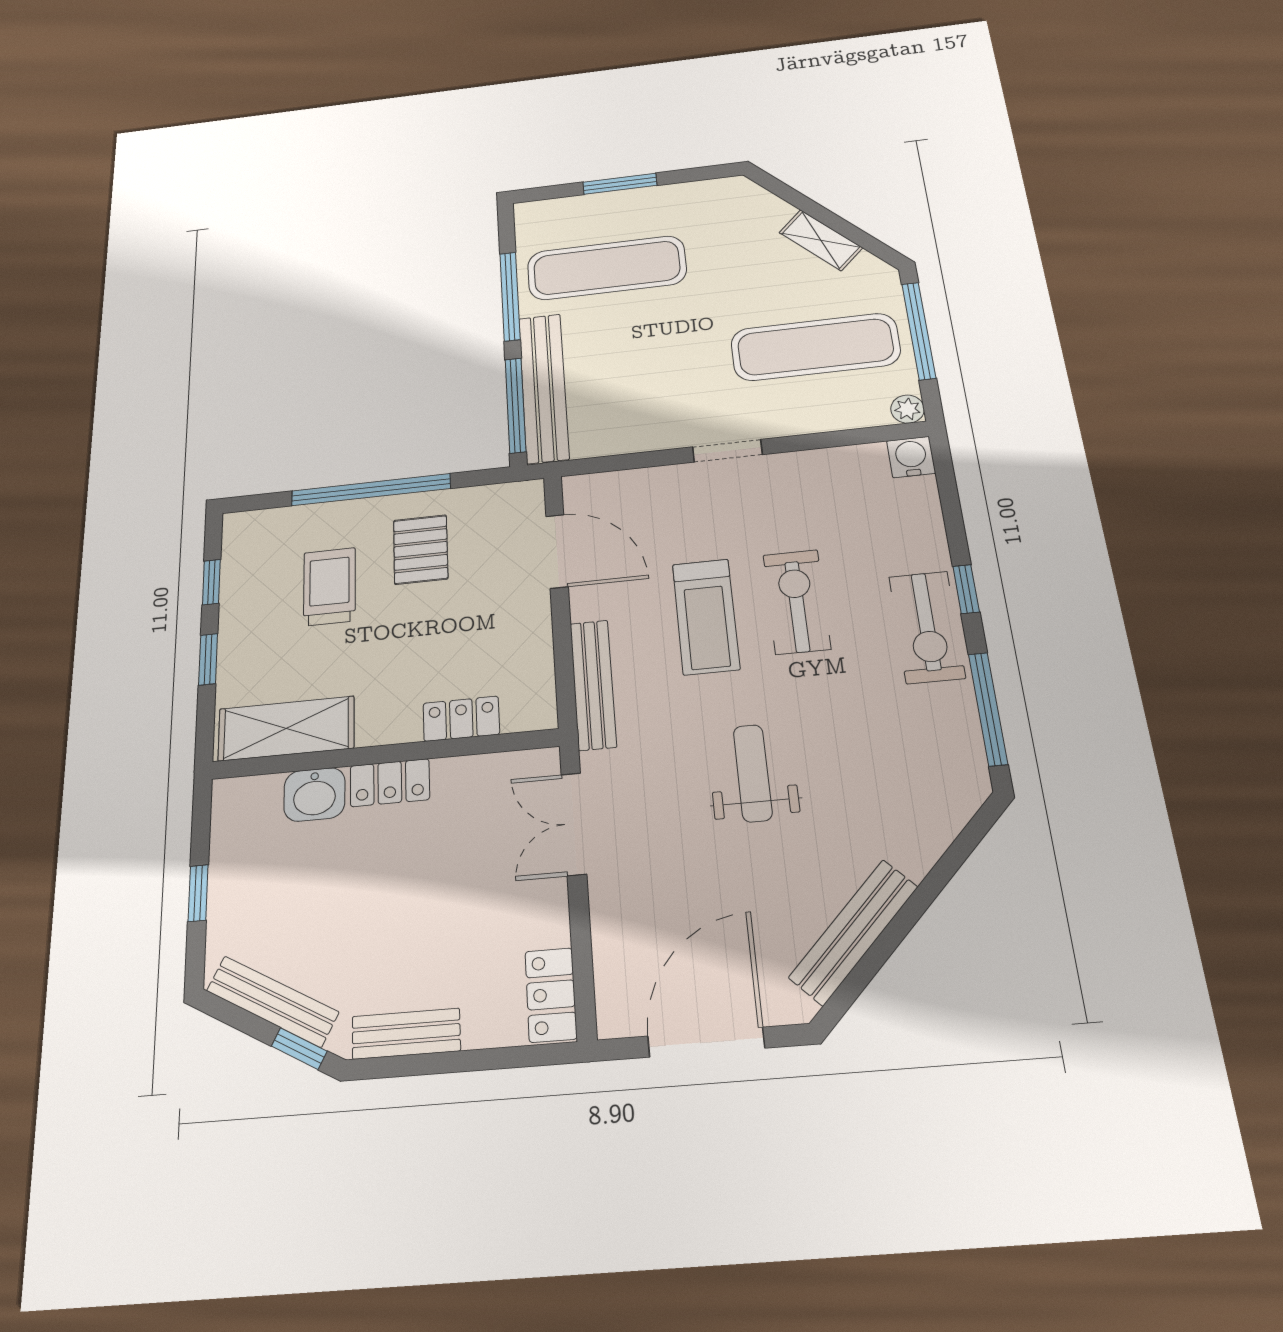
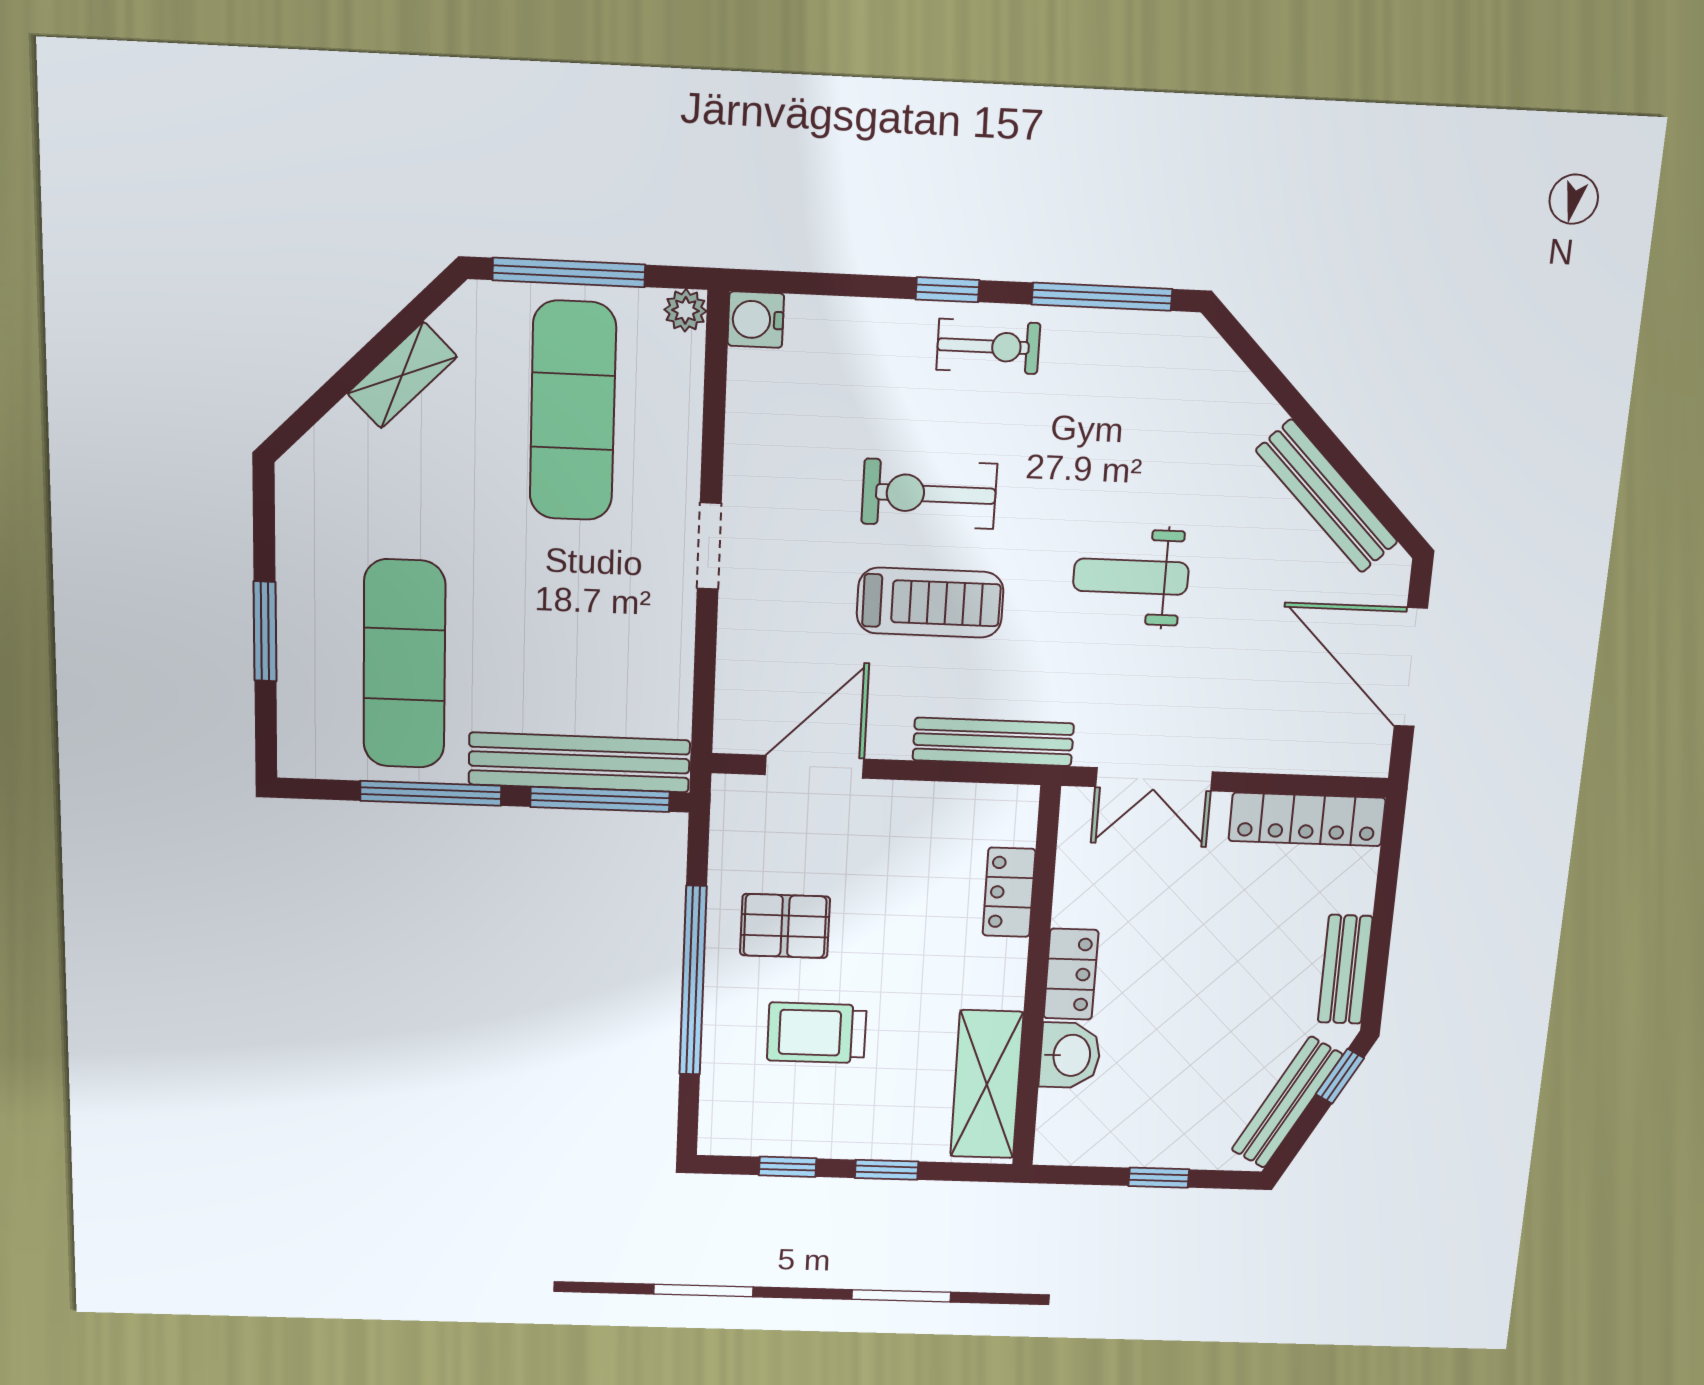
exercise bike: (927, 627) -> (988, 346), width x0.73, depth x0.72
locker: (551, 995) -> (1307, 819), width x1.53

